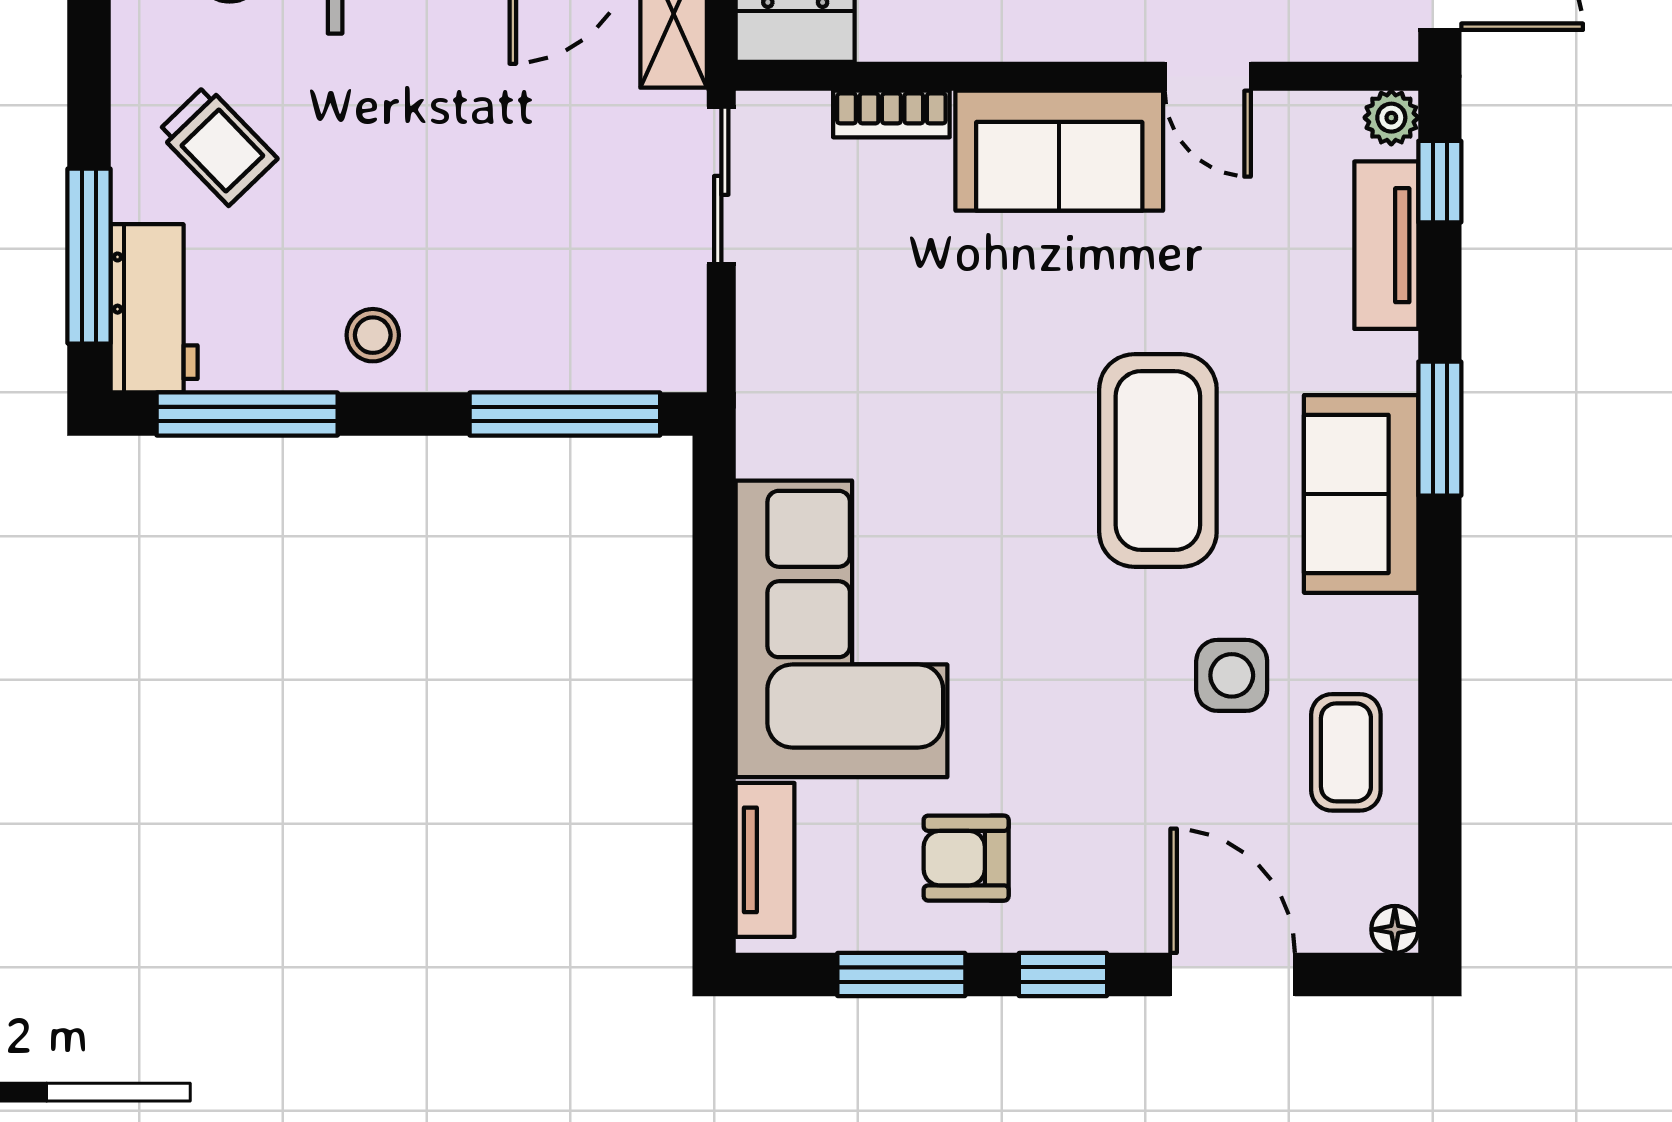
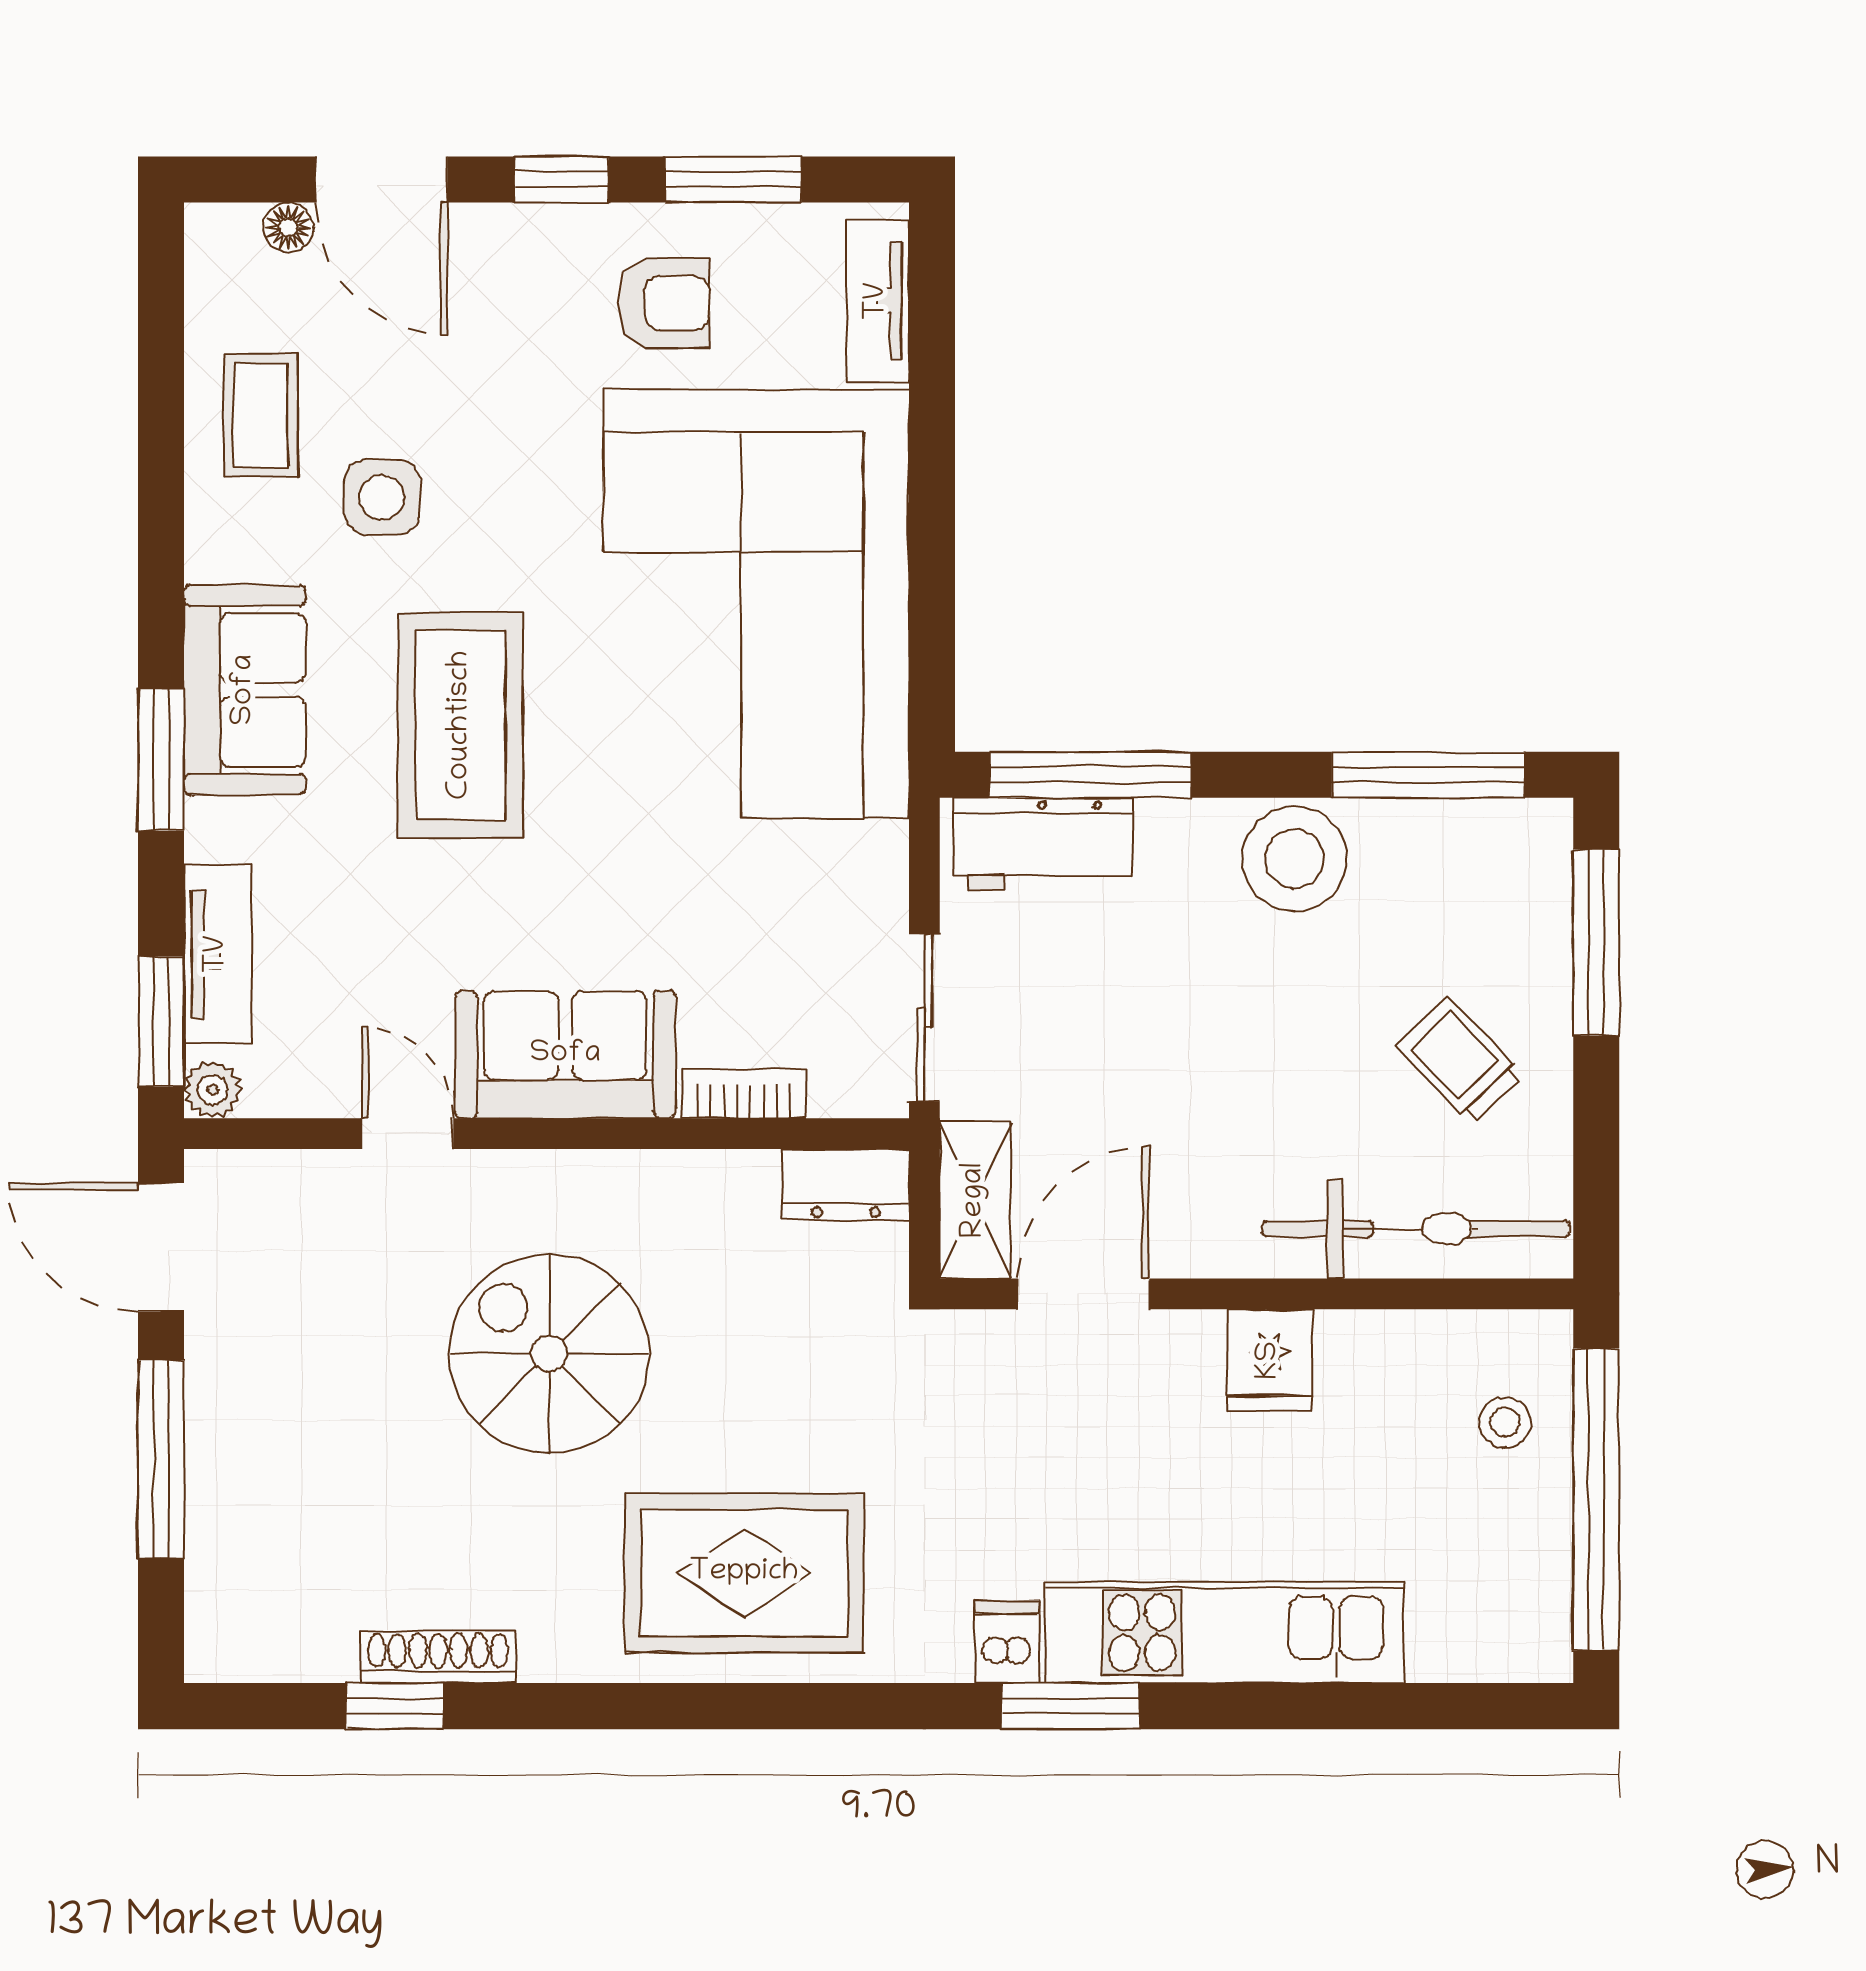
window: (1440, 182) -> (161, 1022), width x1.50
workbench: (154, 308) -> (1043, 844), moved, turned -90
stool: (373, 335) -> (1295, 859), width x1.89, depth x1.89
corner sofa: (842, 629) -> (756, 604), width x1.36, depth x1.36
floor lamp: (1395, 929) -> (288, 227), moved

